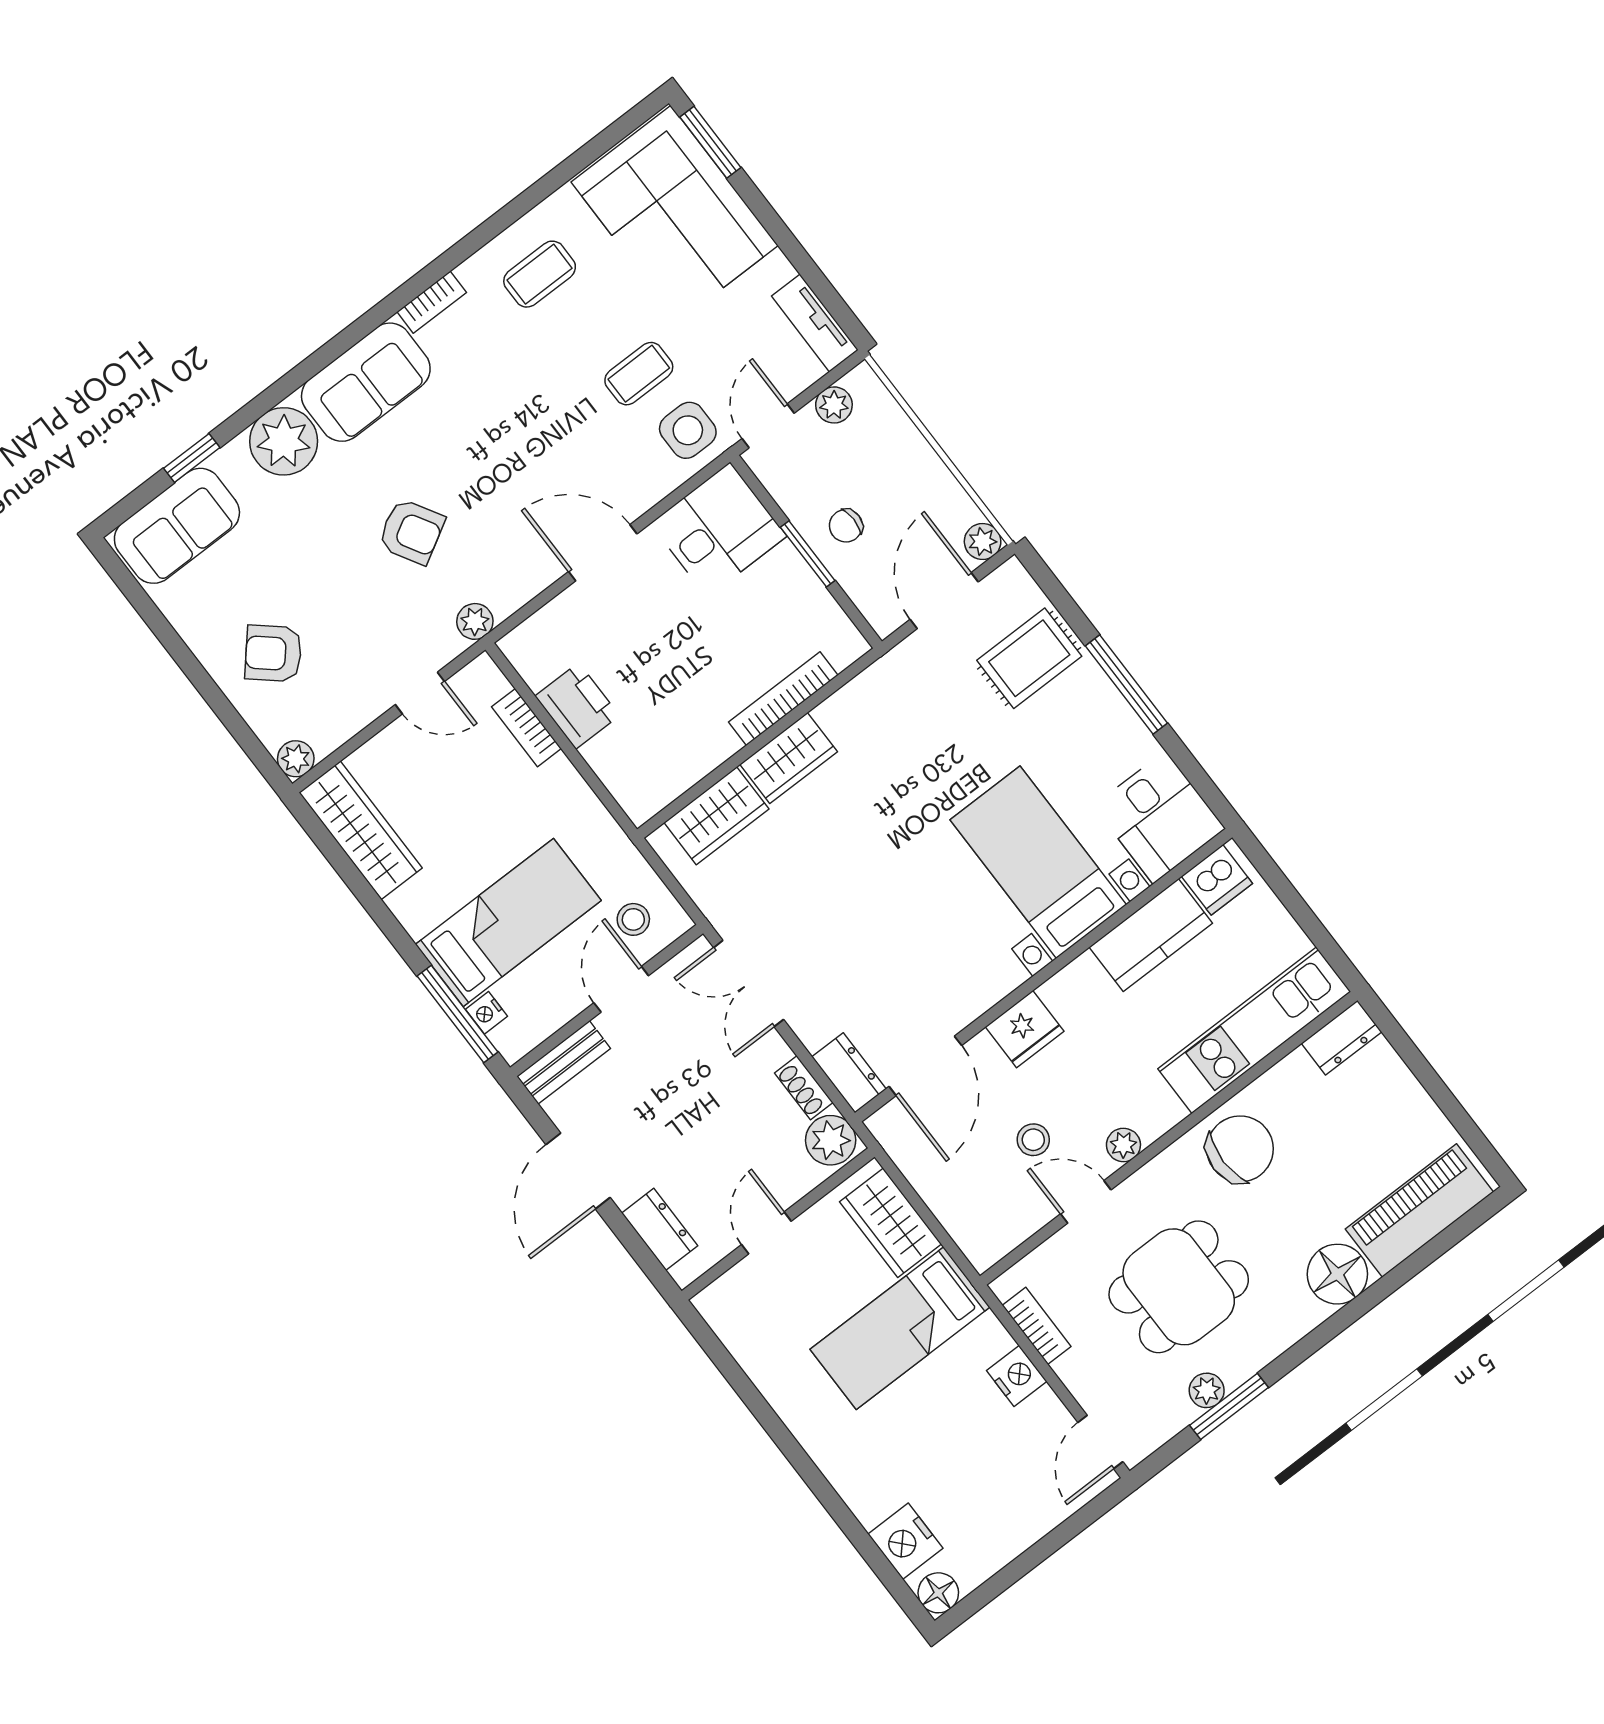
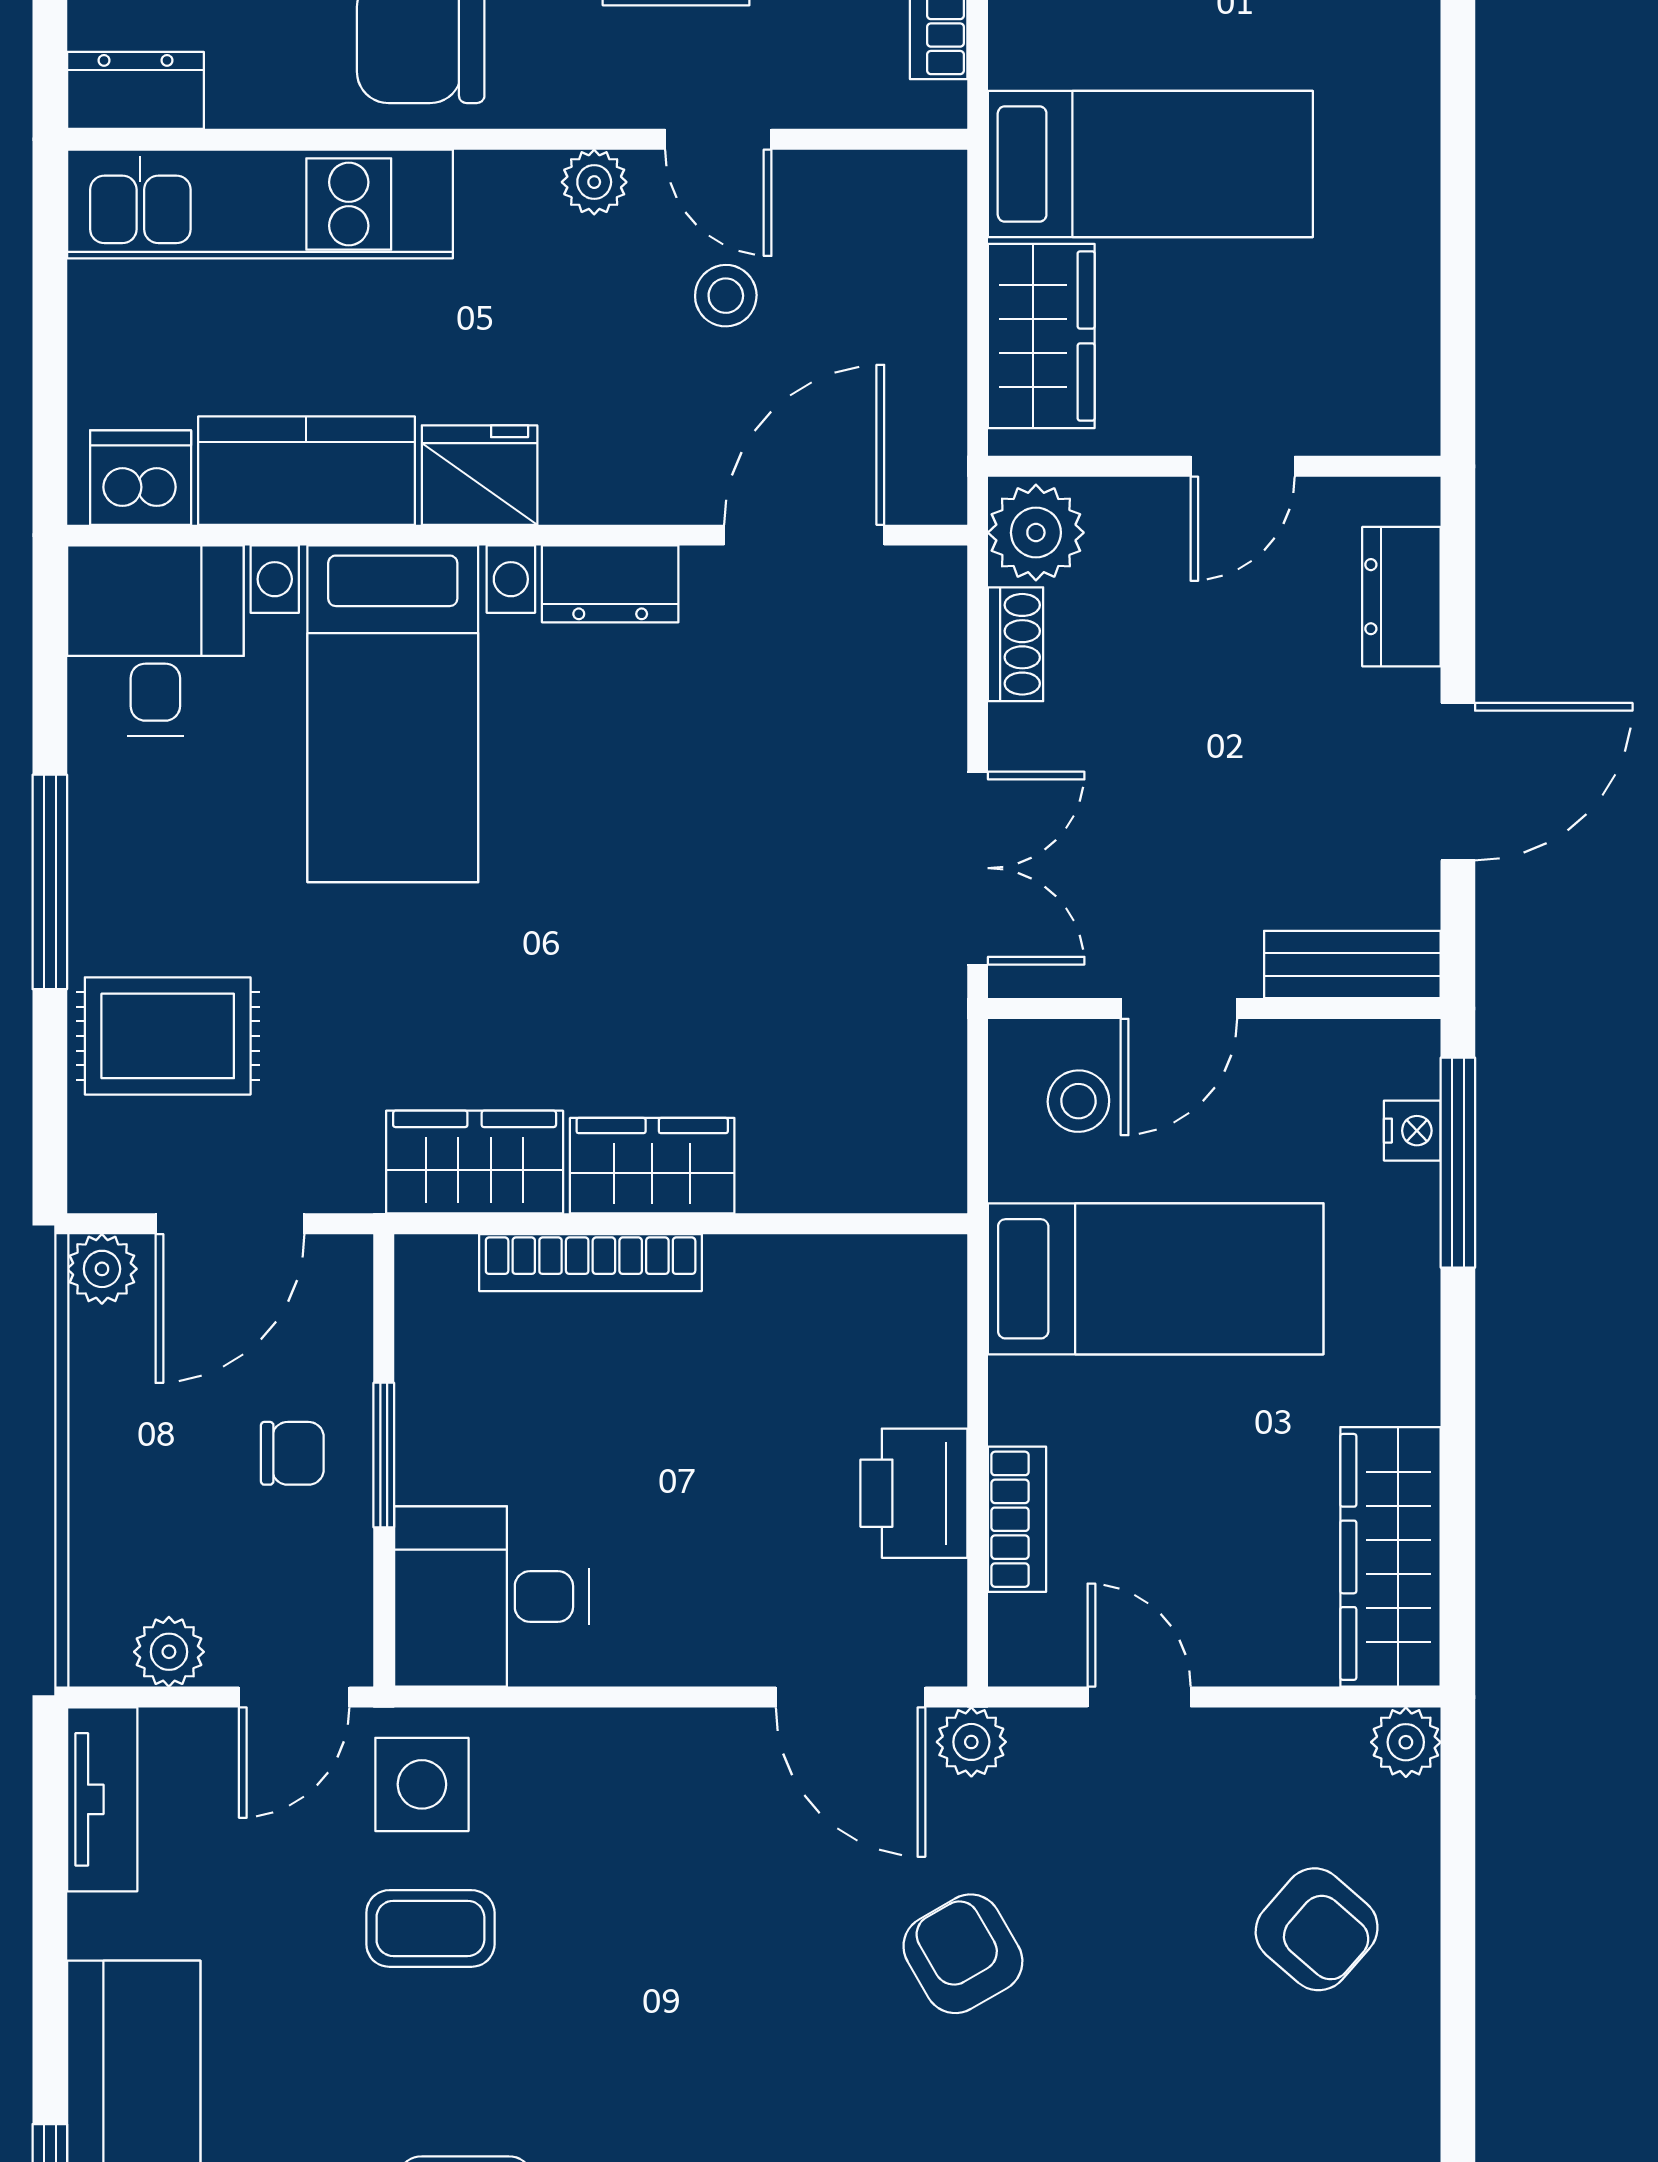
door: (603, 553) -> (851, 1697), moved
wardrobe: (716, 816) -> (475, 1162), moved
bed: (508, 922) -> (1156, 1279), moved, turned 180
fridge: (1025, 1029) -> (480, 475), moved
dresser: (849, 1073) -> (610, 584), moved, turned -90

